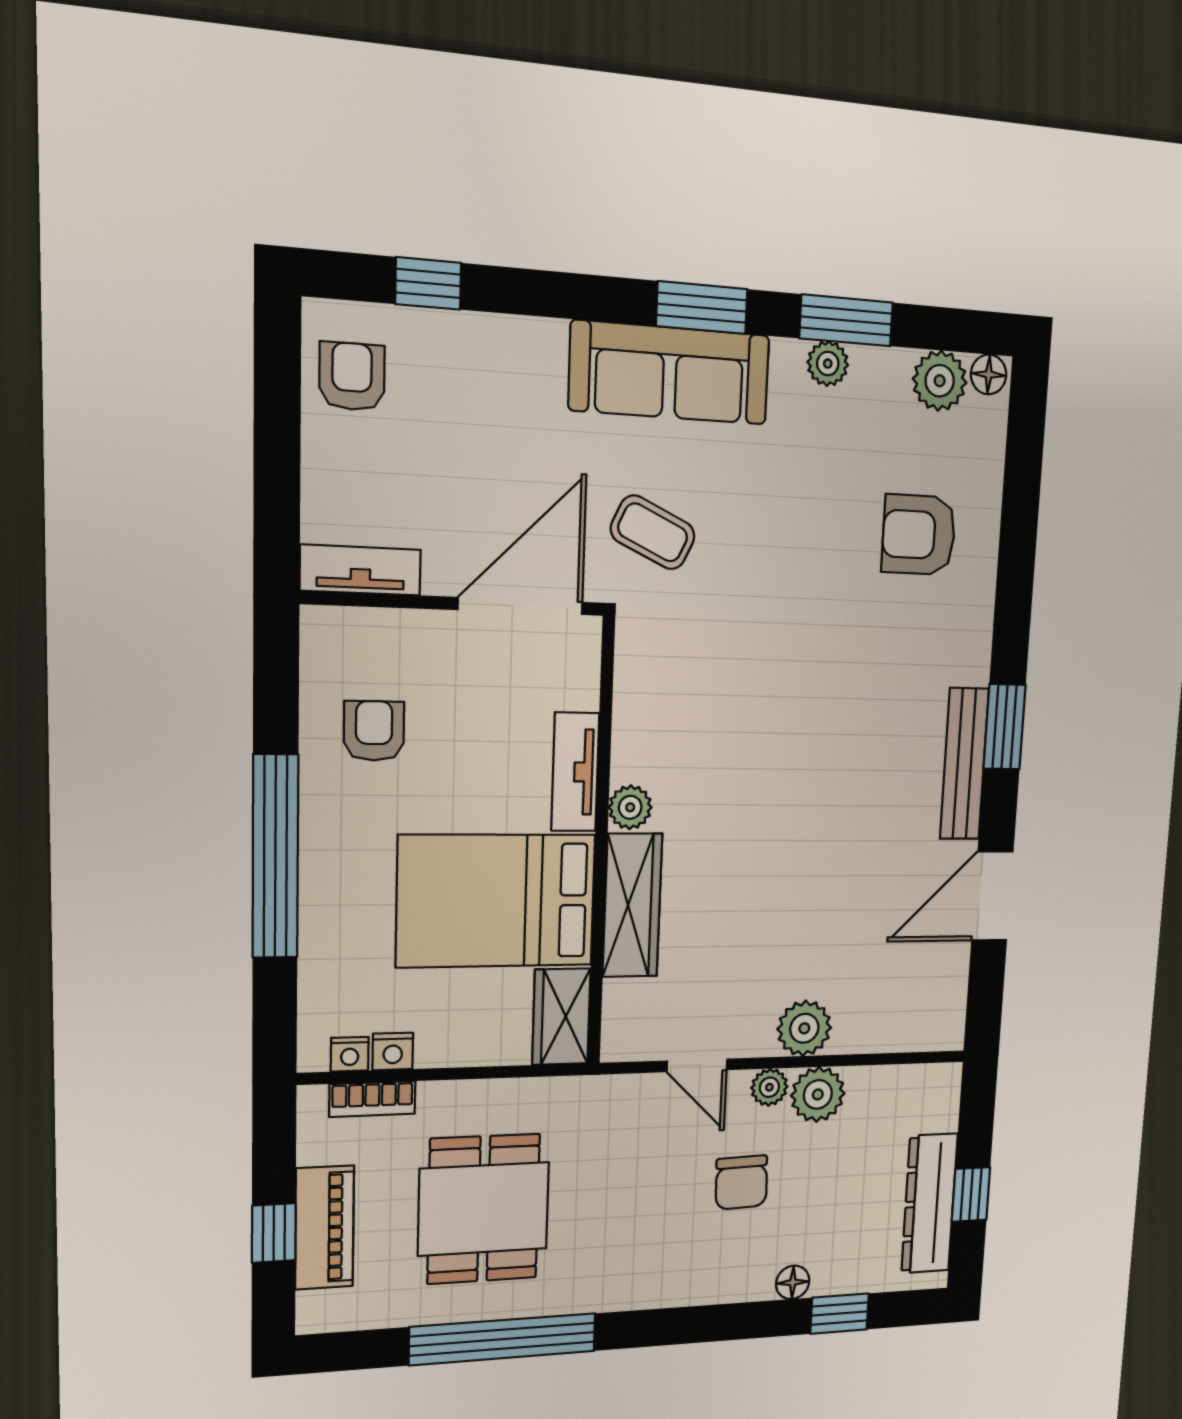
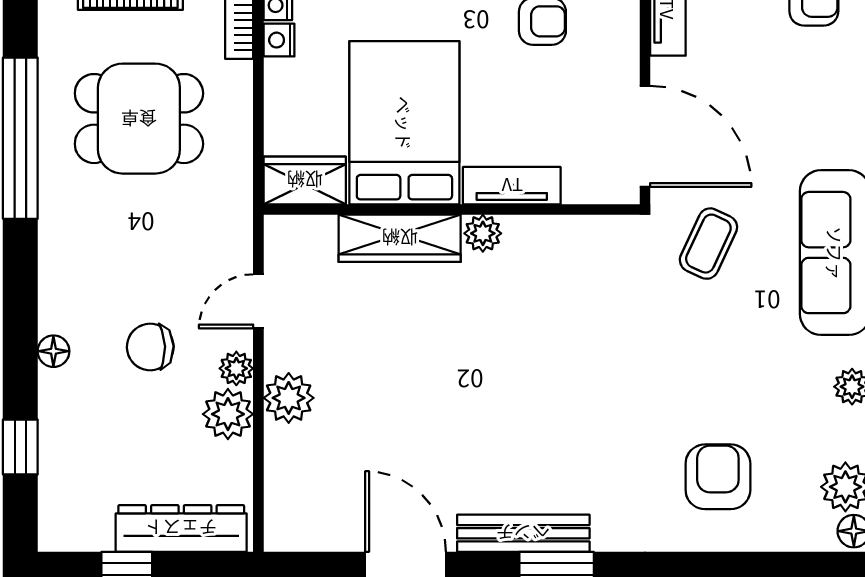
dresser: (929, 1203) -> (181, 528), moved
floor lamp: (793, 1282) -> (53, 351), moved

